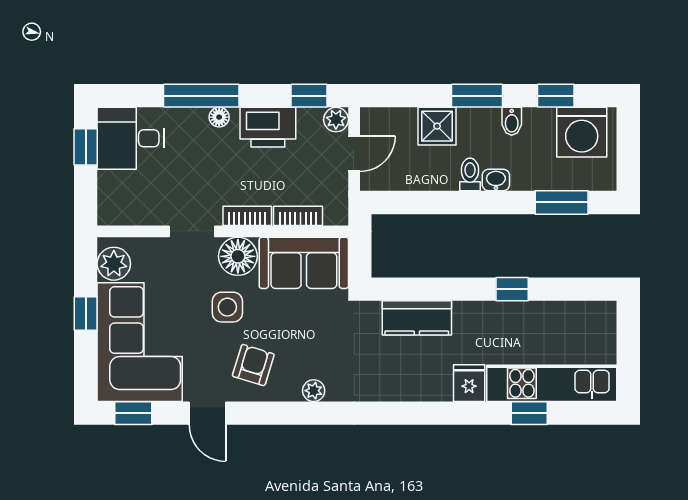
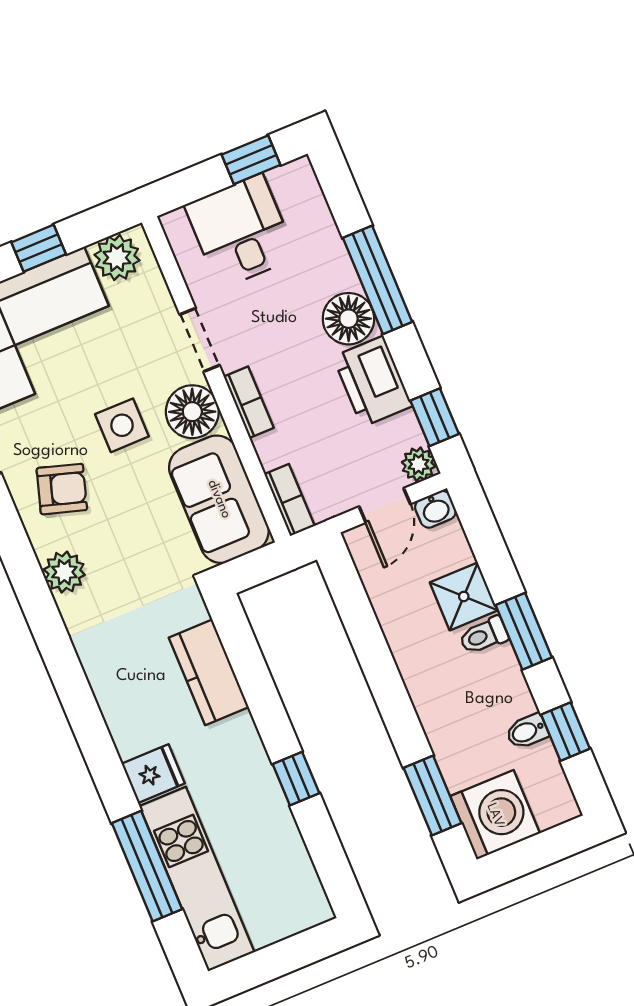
floor lamp: (219, 117) -> (348, 319), width x1.89, depth x1.89
bidet: (512, 121) -> (527, 731), moved
washing machine: (582, 132) -> (495, 815), moved, turned 180
desk: (131, 138) -> (241, 231), moved
door: (354, 154) -> (385, 505), hinge flipped
toilet: (470, 175) -> (484, 636), moved, turned 180
washbasin: (496, 180) -> (435, 509), moved, turned 90
bookcase: (298, 216) -> (289, 500), moved
plant: (314, 391) -> (64, 572), width x1.38, depth x1.38
window: (529, 413) -> (147, 866), width x2.17

